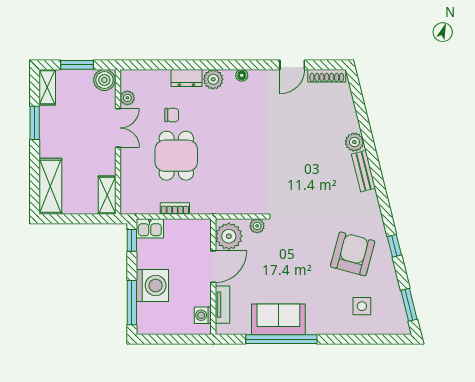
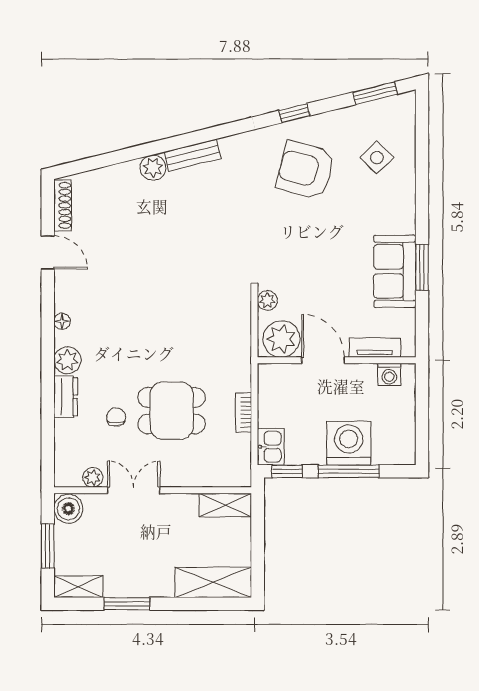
window: (132, 303) -> (349, 471), moved
side table: (362, 306) -> (377, 158), turned 45
window: (281, 339) -> (422, 267), width x0.47

